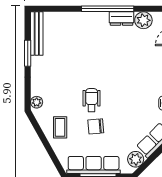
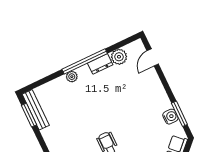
plant: (88, 18) -> (72, 77), added
window: (28, 53) -> (29, 115), moved

